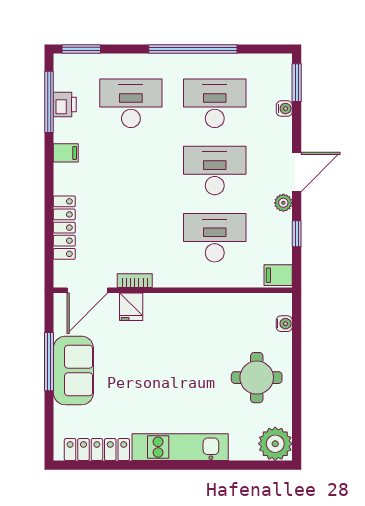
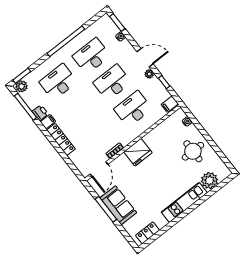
plant: (68, 65) -> (22, 86), added
printer: (65, 105) -> (40, 113), moved
door: (297, 172) -> (145, 58), hinge flipped
locker: (64, 228) -> (61, 139), moved
fridge: (131, 307) -> (138, 152), moved, width x1.88, depth x1.34
plant: (275, 444) -> (210, 180), moved
locker: (97, 450) -> (148, 233), width x0.66

